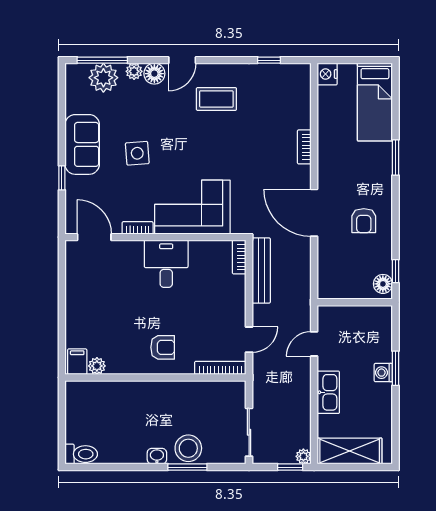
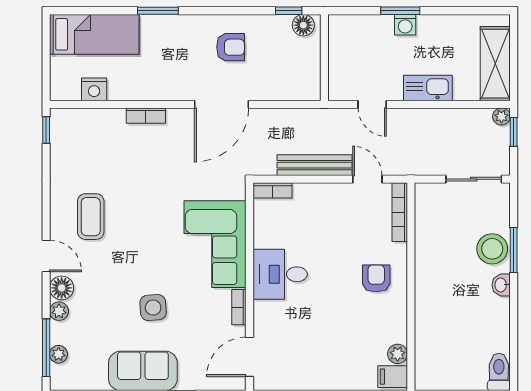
window: (269, 60) -> (46, 130), moved
nightstand: (327, 74) -> (94, 89), moved
plant: (103, 78) -> (59, 354), width x0.53, depth x0.53
bench: (261, 271) -> (314, 165), moved

